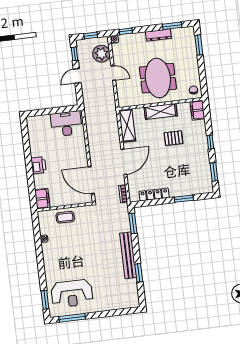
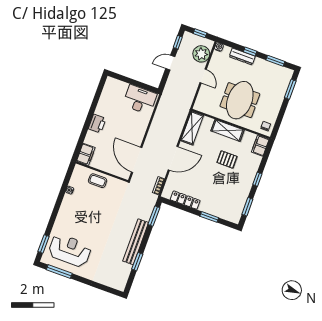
window: (126, 31) -> (250, 51), moved
dresser: (158, 35) -> (242, 57), moved
reception desk: (72, 293) -> (70, 250), turned 180

